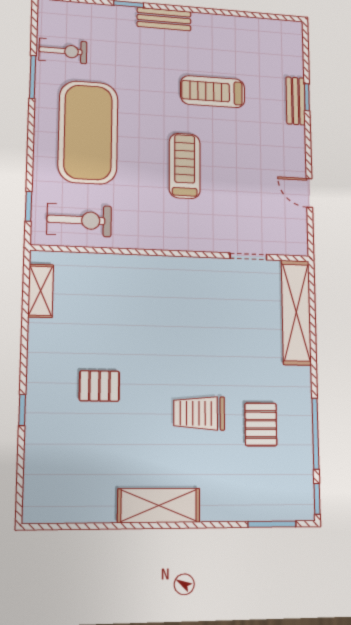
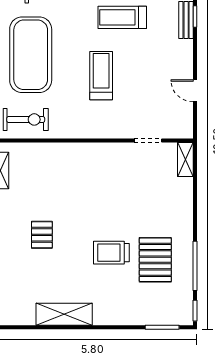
shelving: (296, 312) -> (185, 160), width x0.45, depth x0.75
pallet: (99, 386) -> (42, 235), turned 90
pallet: (261, 424) -> (155, 260), width x1.50, depth x1.42
shelving: (159, 506) -> (64, 314), moved

